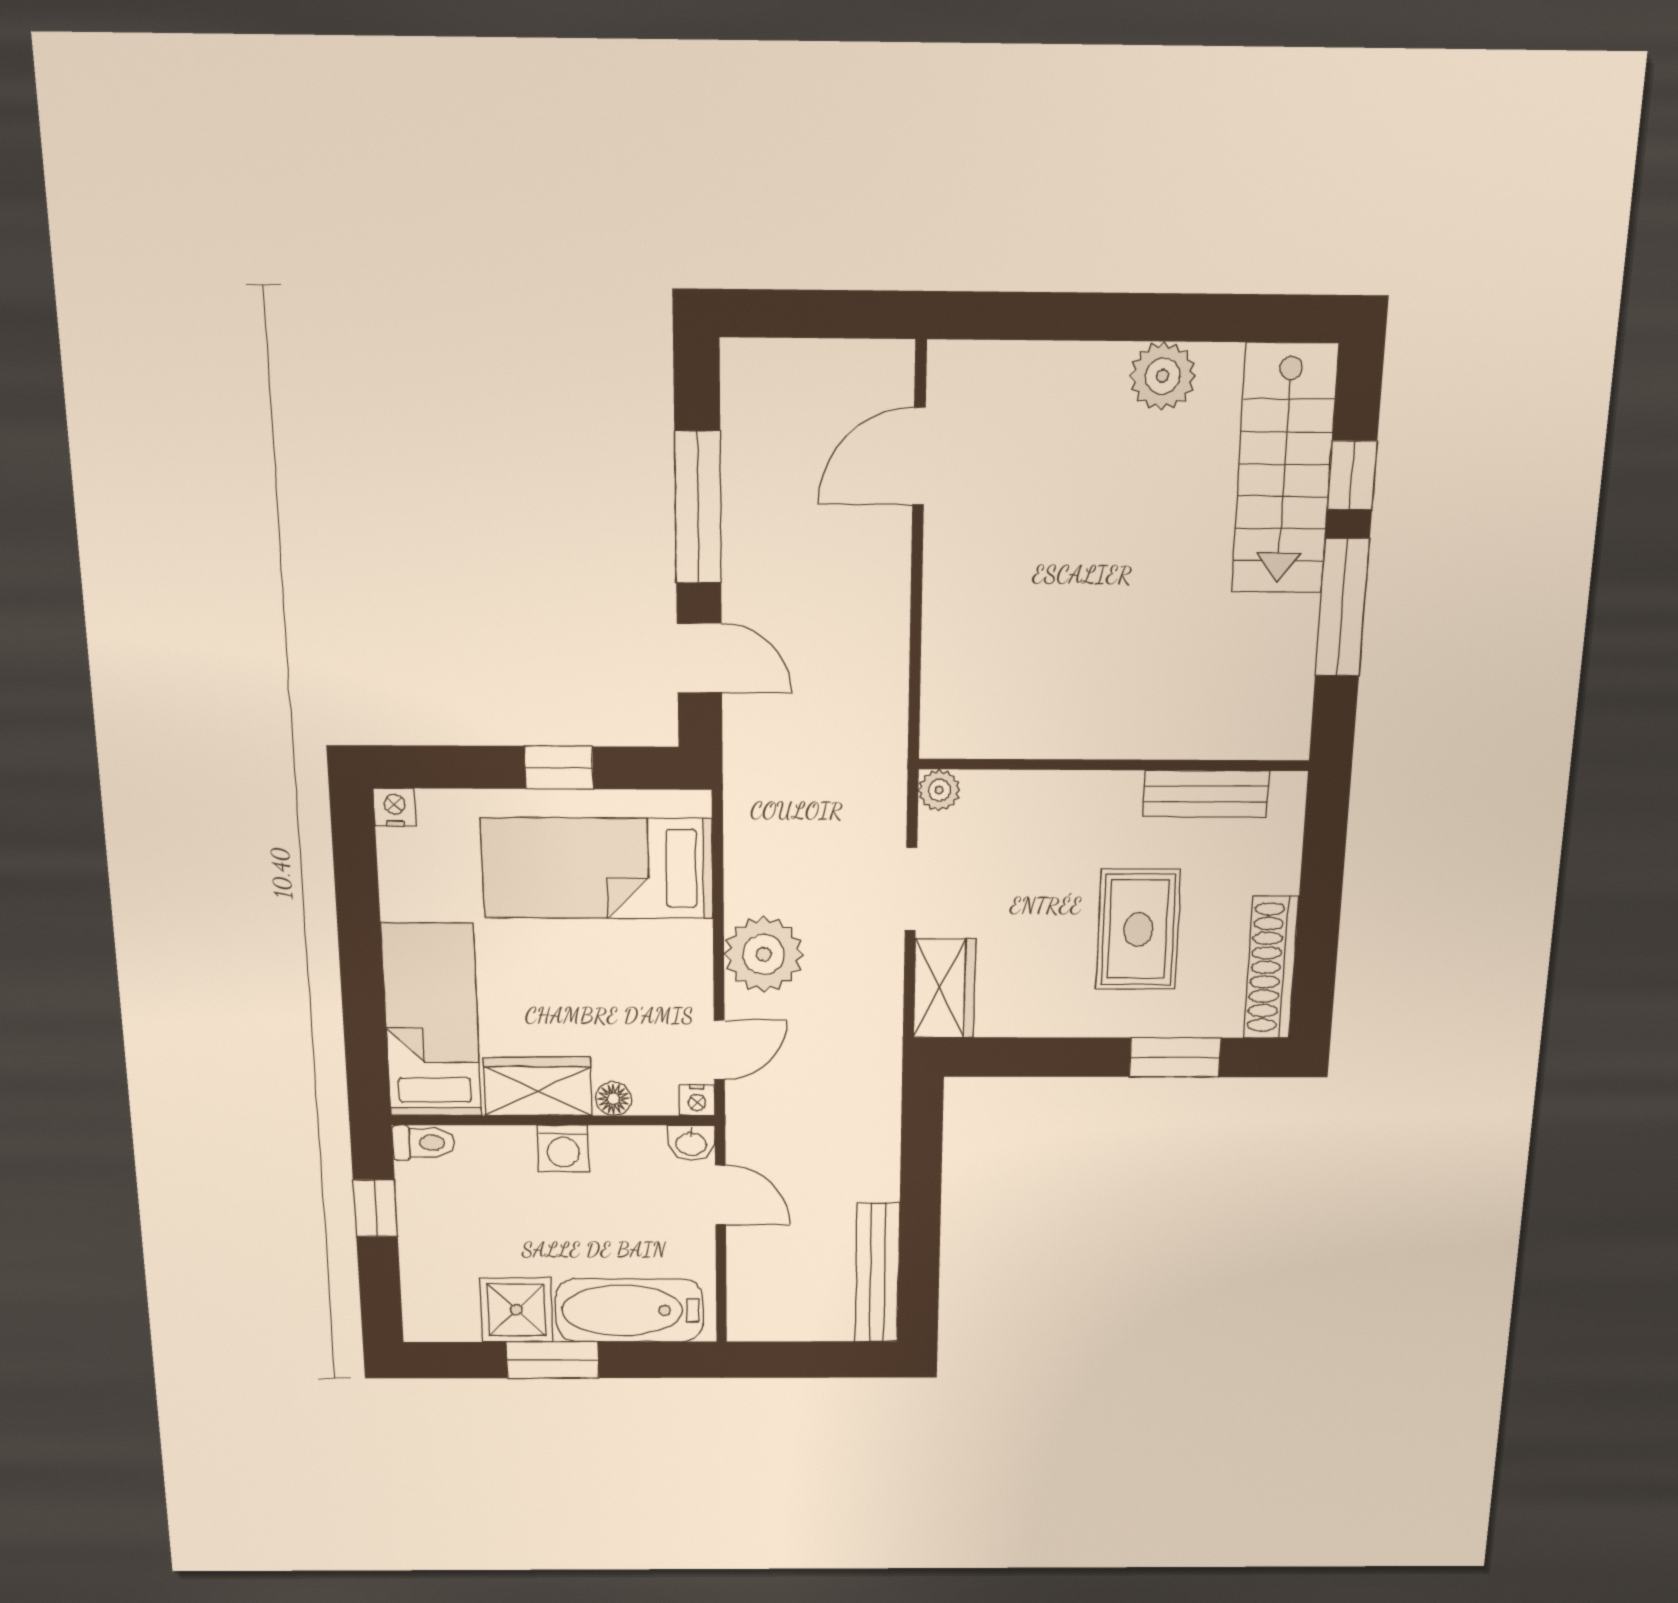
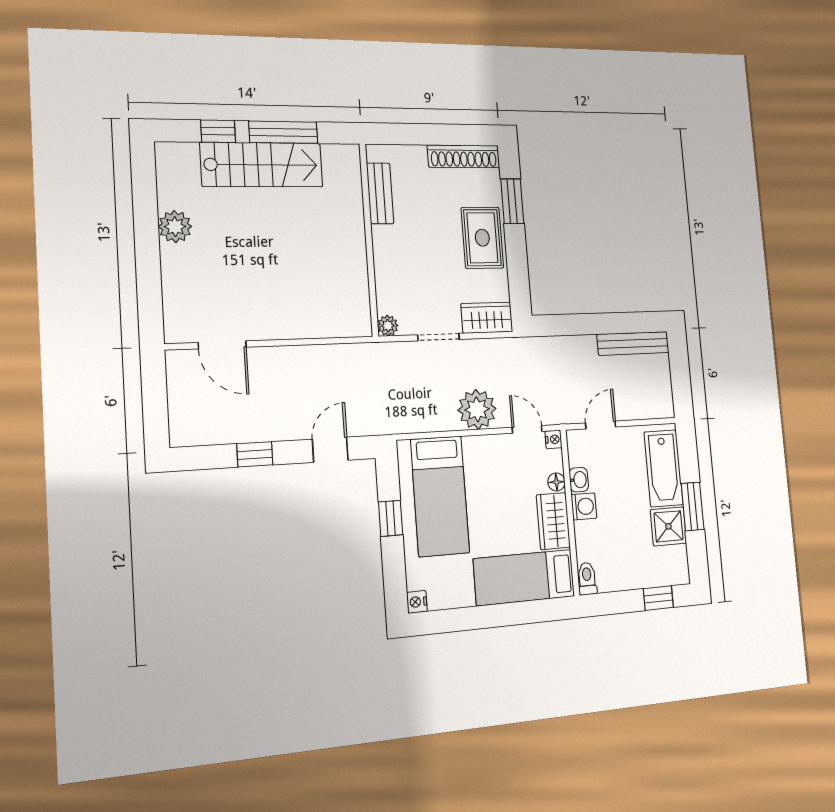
stairs: (1284, 469) -> (262, 165), moved
window: (698, 508) -> (255, 454), width x0.46
rug: (1138, 929) -> (482, 238), moved, turned 90
washbasin: (691, 1143) -> (579, 480), moved
window: (375, 1208) -> (658, 598), moved

